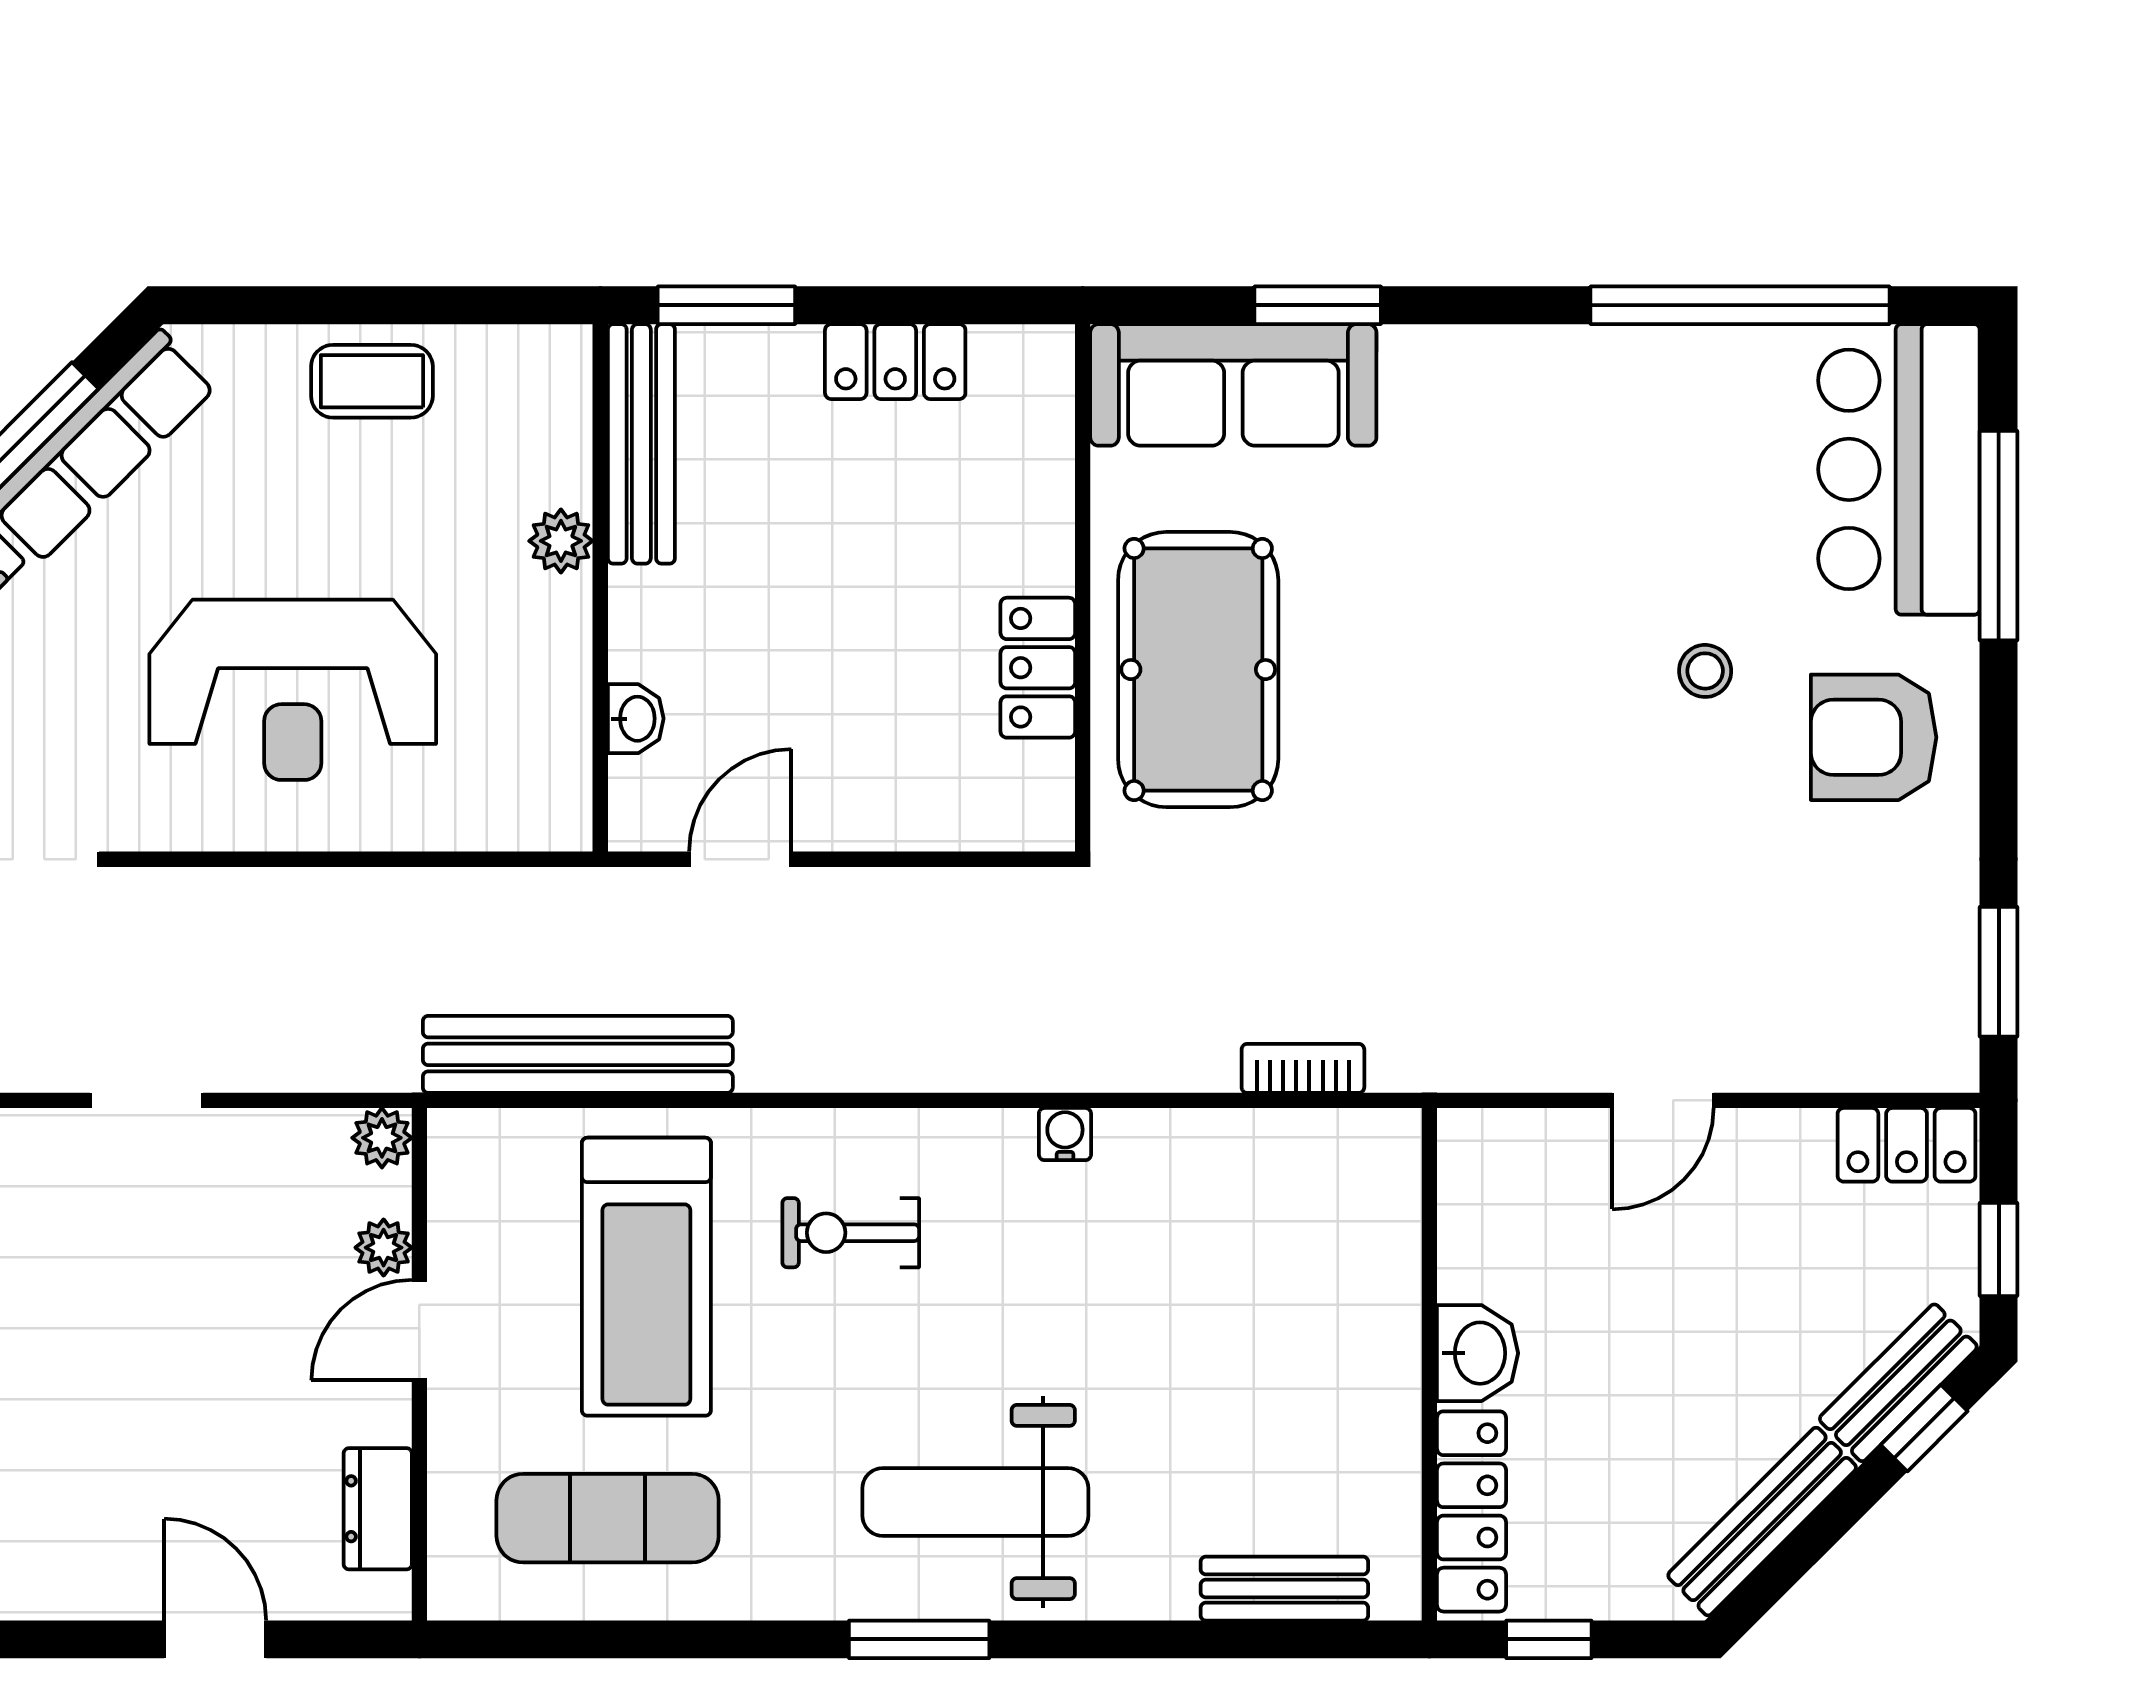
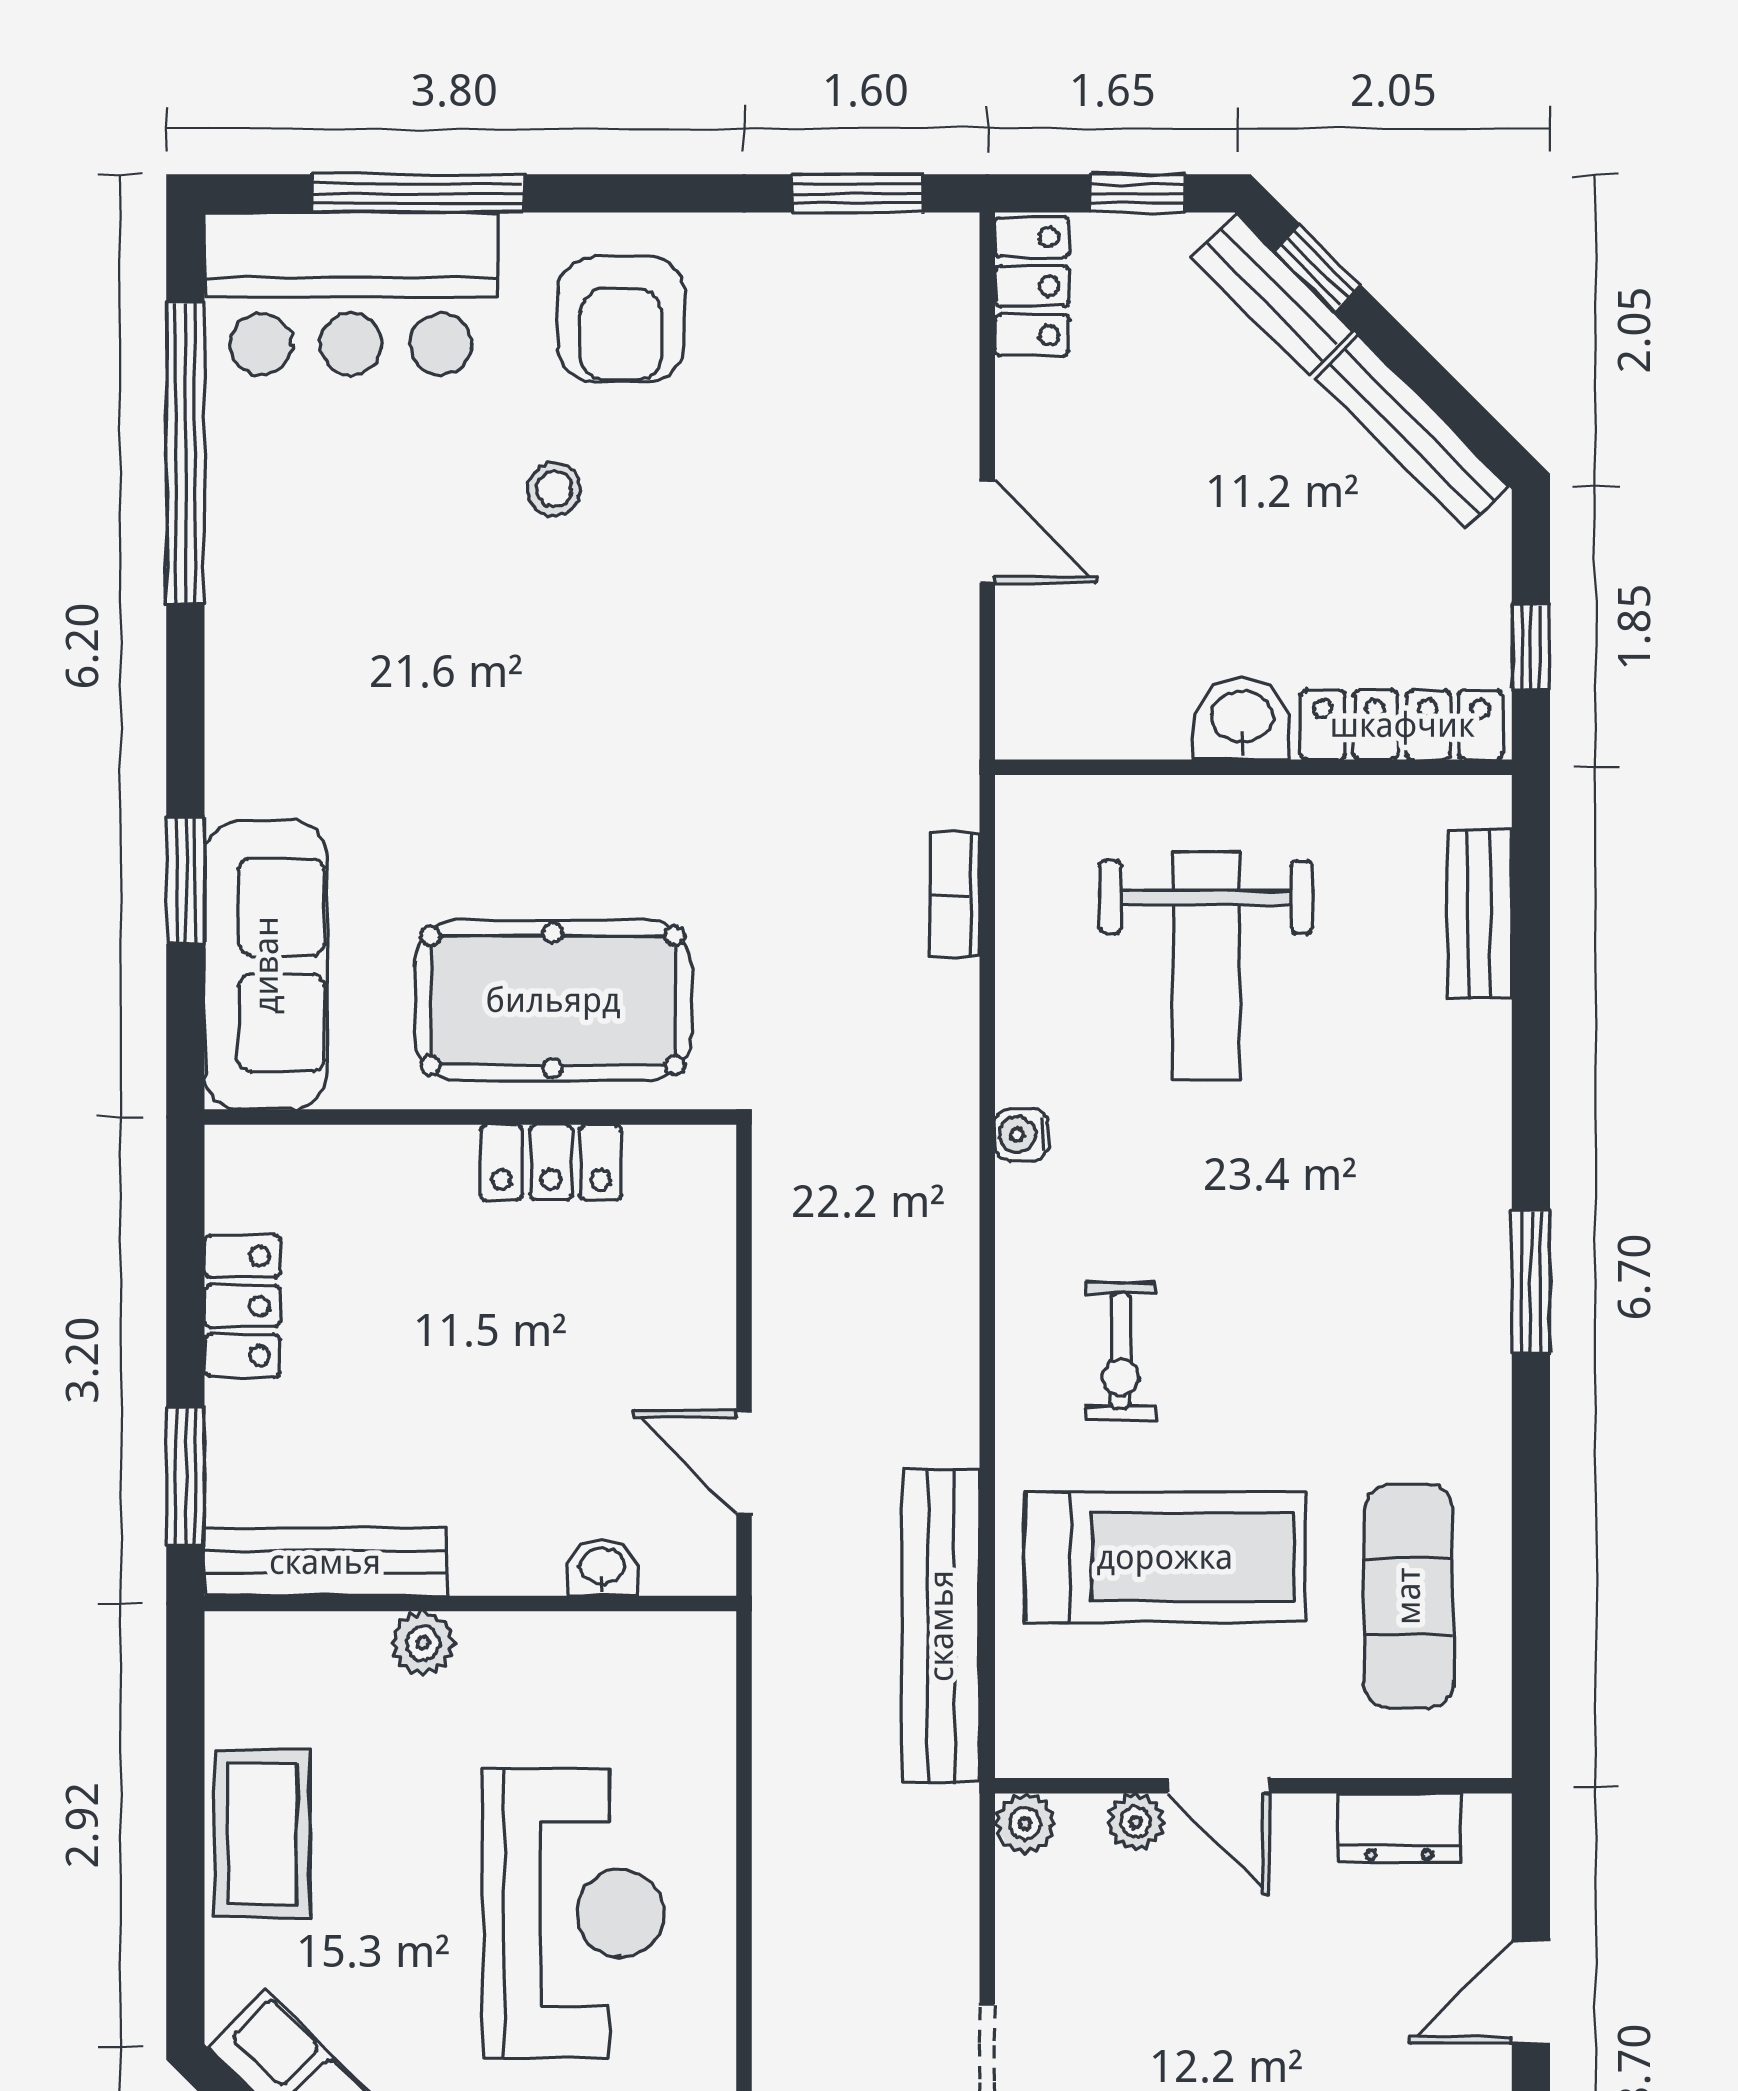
coffee table: (372, 381) -> (262, 1834), width x1.36, depth x1.30
weight bench: (975, 1502) -> (1206, 966), moved

